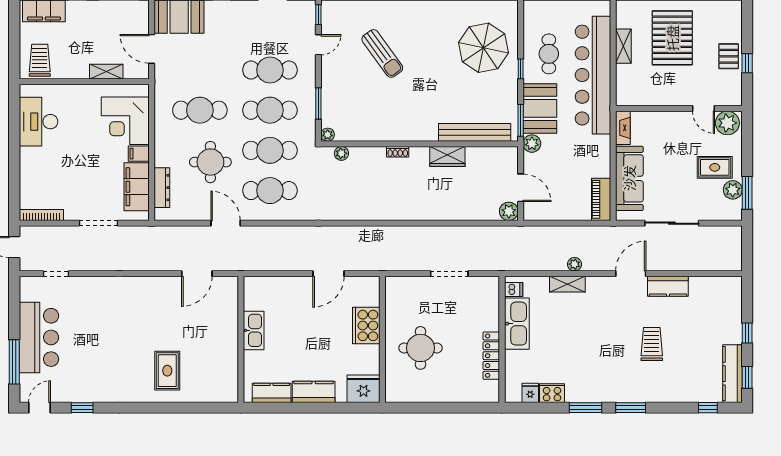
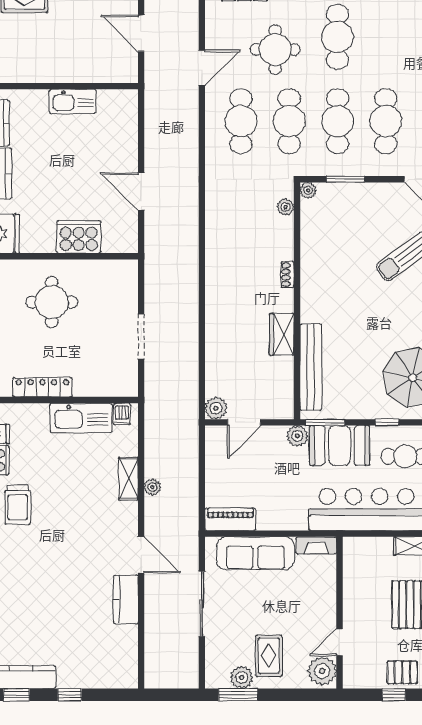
trolley: (652, 344) -> (18, 505), moved, turned 90

